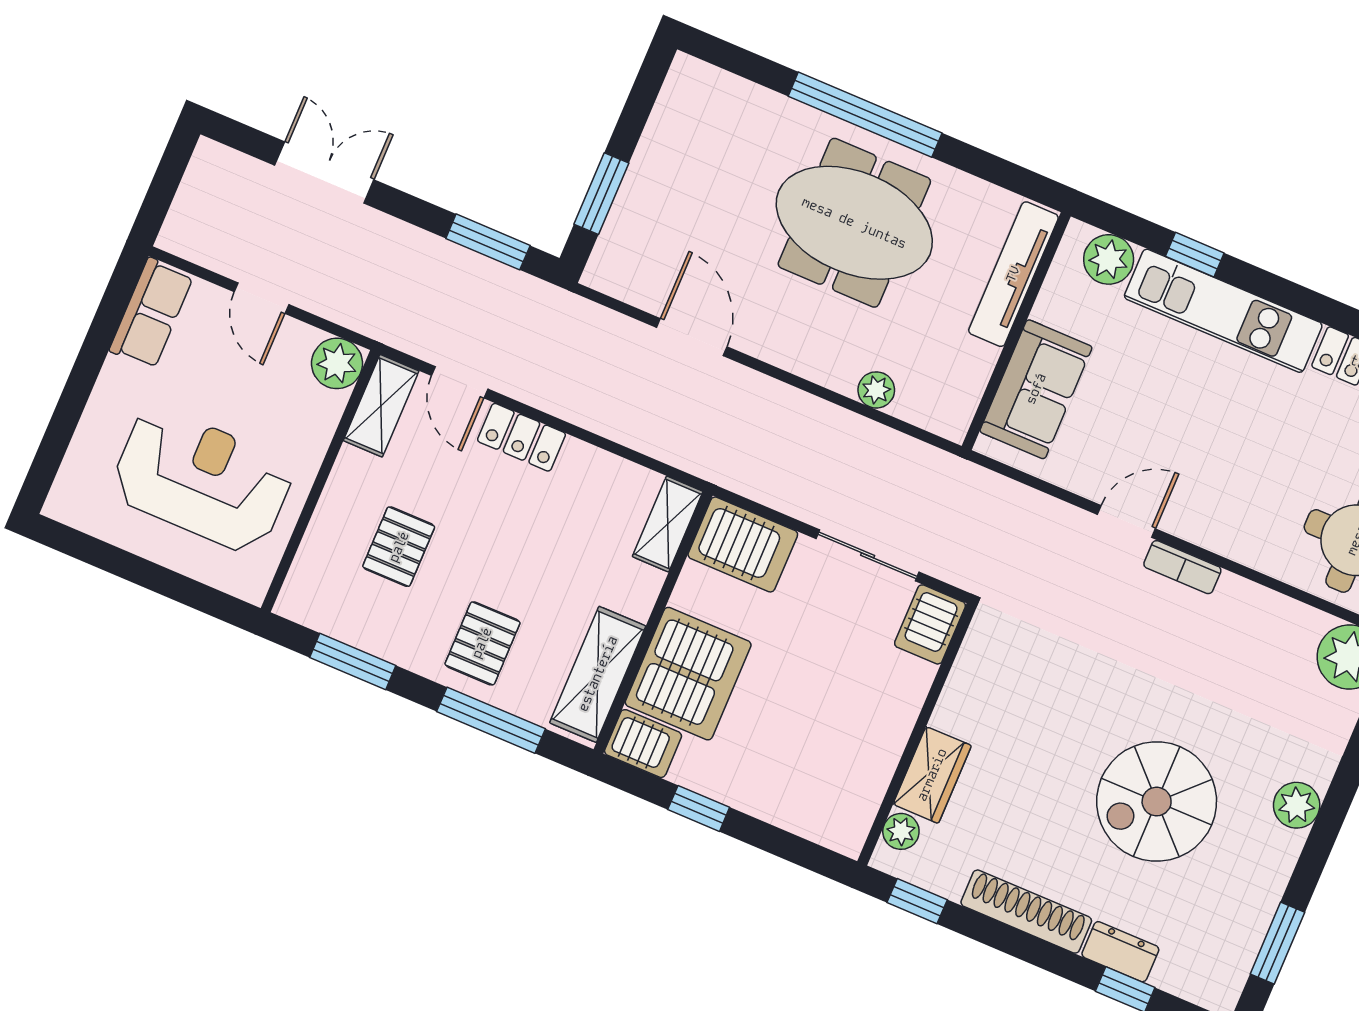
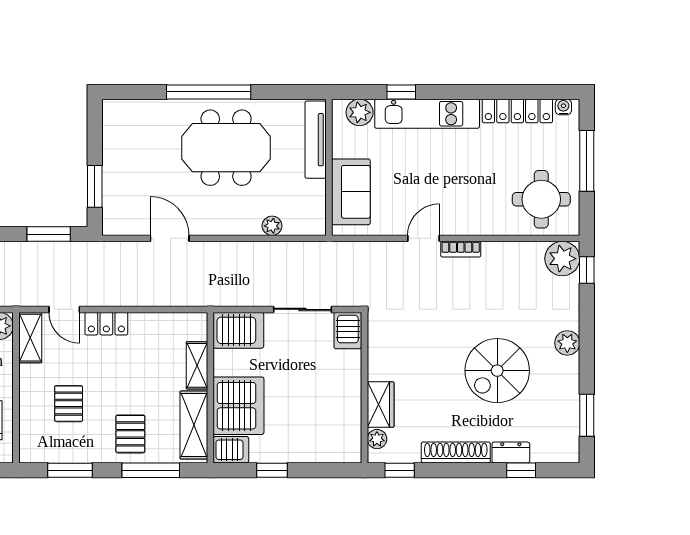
shelving: (668, 524) -> (197, 365), moved

